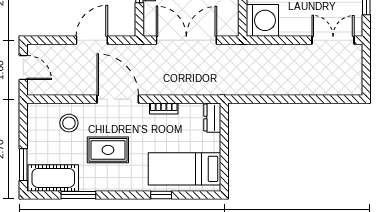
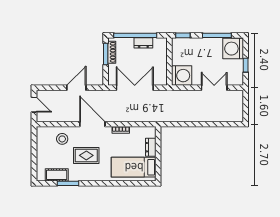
double door: (333, 40) -> (214, 88), moved
dresser: (212, 118) -> (151, 147), moved
window: (23, 165) -> (34, 165), removed
cot: (53, 178) -> (57, 175), width x0.73, depth x0.75
window: (161, 195) -> (119, 183), removed

